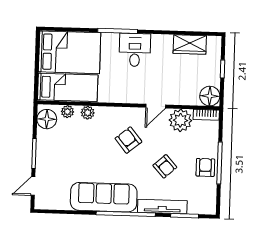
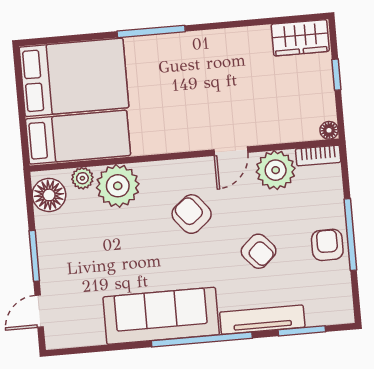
wardrobe: (190, 45) -> (300, 38), moved
desk: (135, 50) -> (184, 60), removed
floor lamp: (210, 96) -> (329, 130), width x0.53, depth x0.53
plant: (88, 113) -> (118, 186), width x1.88, depth x1.88

